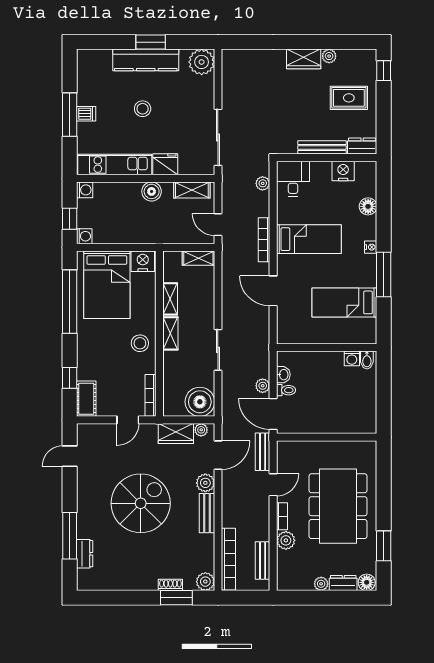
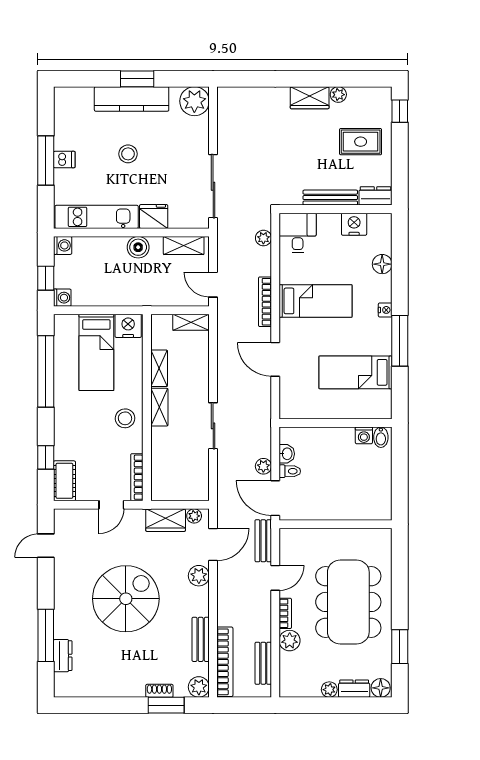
bed: (107, 285) -> (96, 352), width x0.67
boiler: (200, 402) -> (193, 484), removed
bench: (207, 513) -> (201, 639), moved

